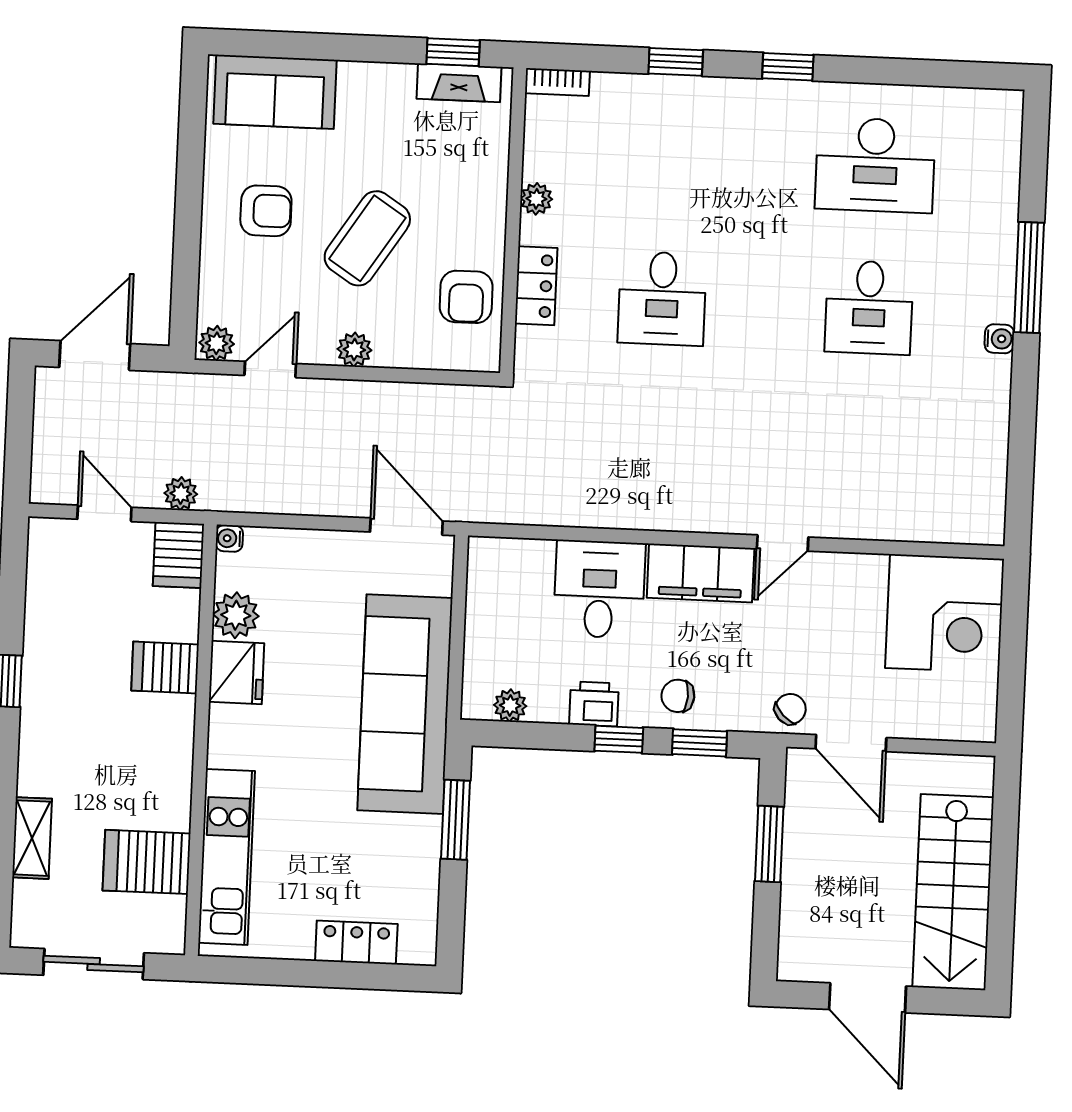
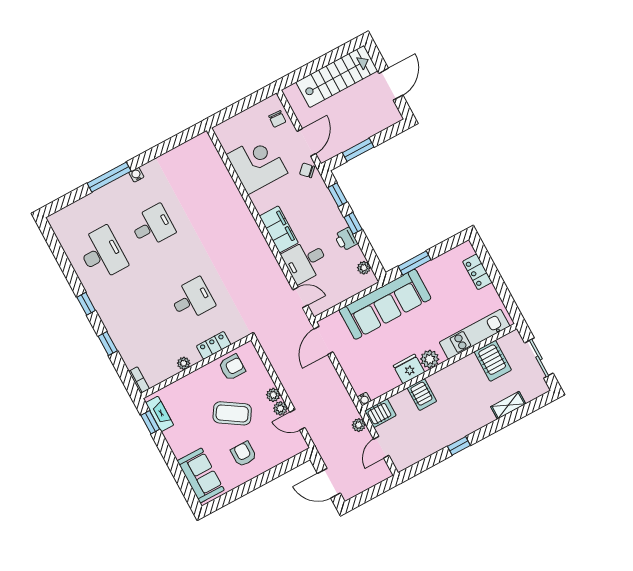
plant: (217, 343) -> (280, 408), moved
door: (783, 543) -> (300, 297), moved
corner desk: (945, 613) -> (257, 164), moved
plant: (236, 615) -> (430, 359), moved
chair: (678, 696) -> (277, 119), moved

